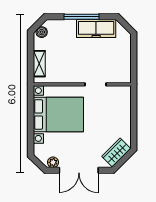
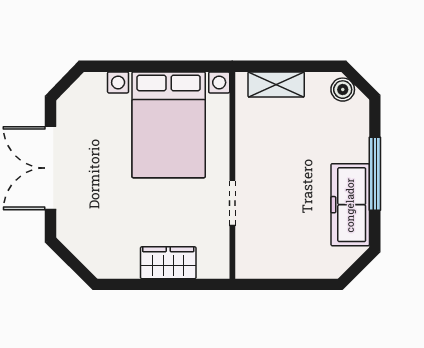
wardrobe: (116, 153) -> (168, 263), moved, turned -45
plant: (53, 162) -> (68, 113), removed

